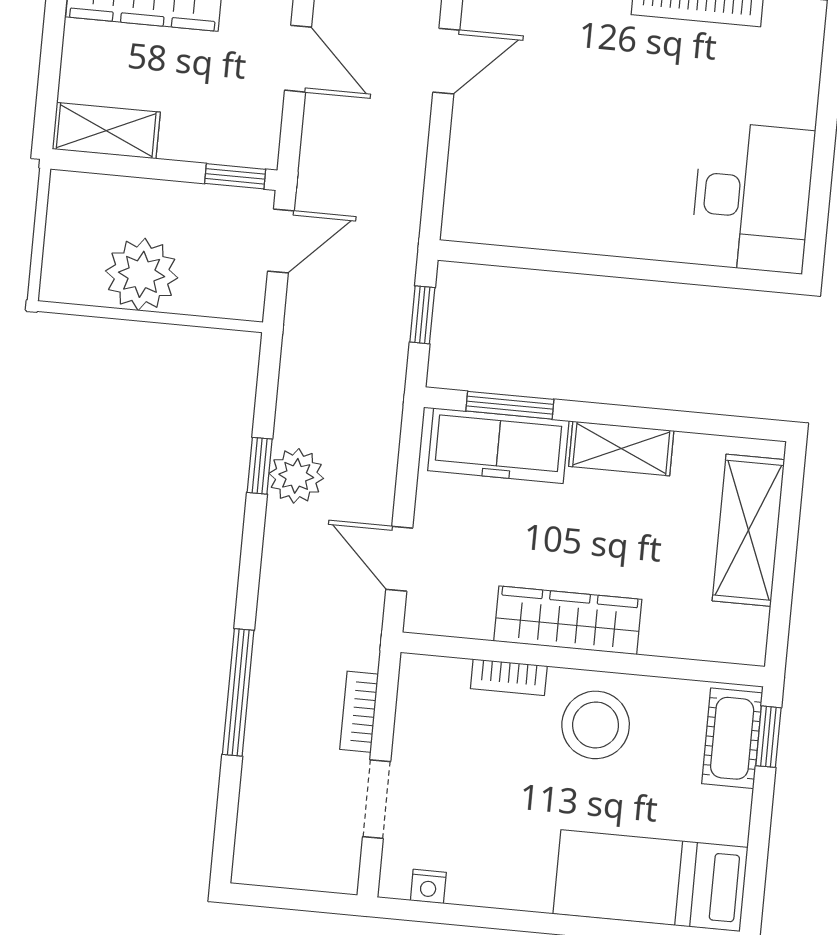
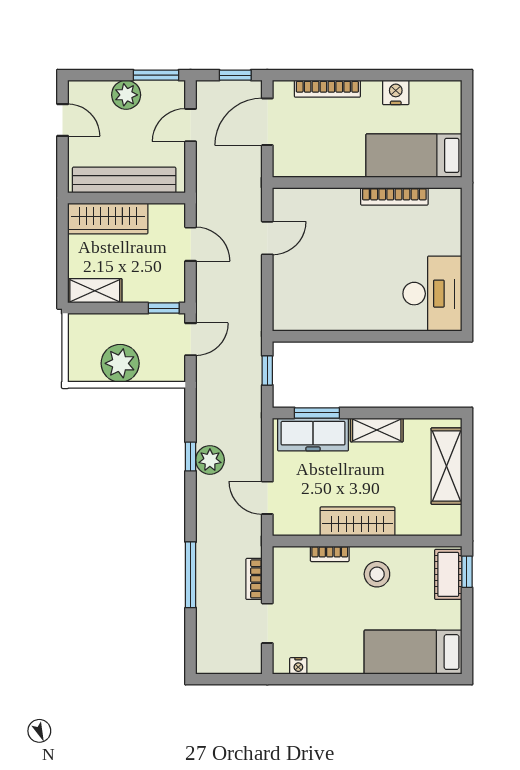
stool: (596, 725) -> (377, 574), width x0.73, depth x0.73

